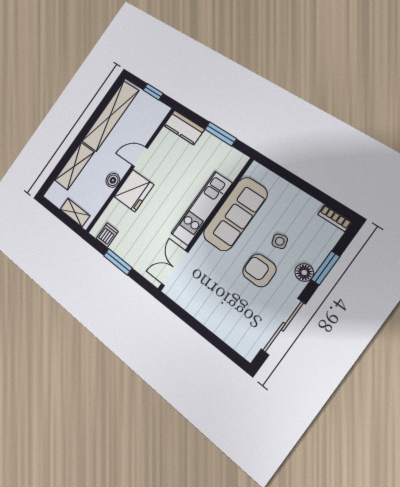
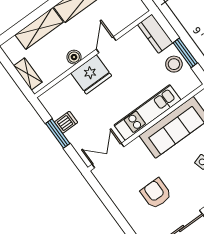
stool: (213, 149) -> (174, 64), added
door: (140, 157) -> (106, 45), hinge flipped
dishwasher: (107, 235) -> (66, 122), moved
armchair: (259, 270) -> (156, 194), moved

